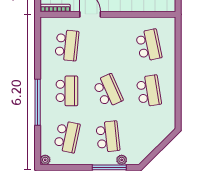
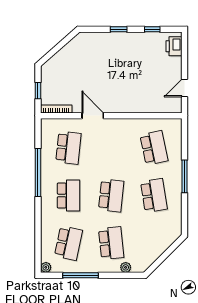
window: (178, 73) -> (184, 176), added
school desk: (108, 91) -> (111, 195), turned 30
window: (38, 102) -> (38, 173), moved
window: (109, 167) -> (80, 275), moved

